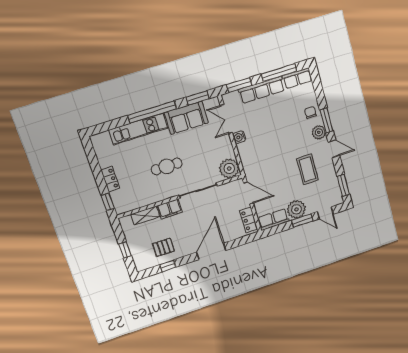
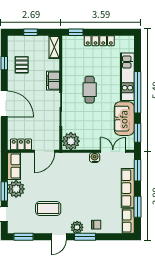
window: (279, 73) -> (137, 207), width x0.69
locker: (110, 179) -> (99, 41), width x1.53
shelving: (145, 215) -> (54, 47), moved

